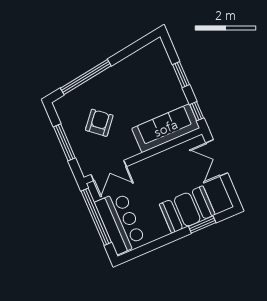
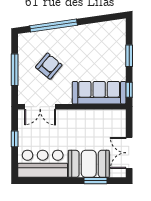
double door: (217, 158) -> (129, 153), moved
window: (96, 217) -> (15, 139), width x0.32
bar counter: (120, 222) -> (43, 164), moved, turned -90

